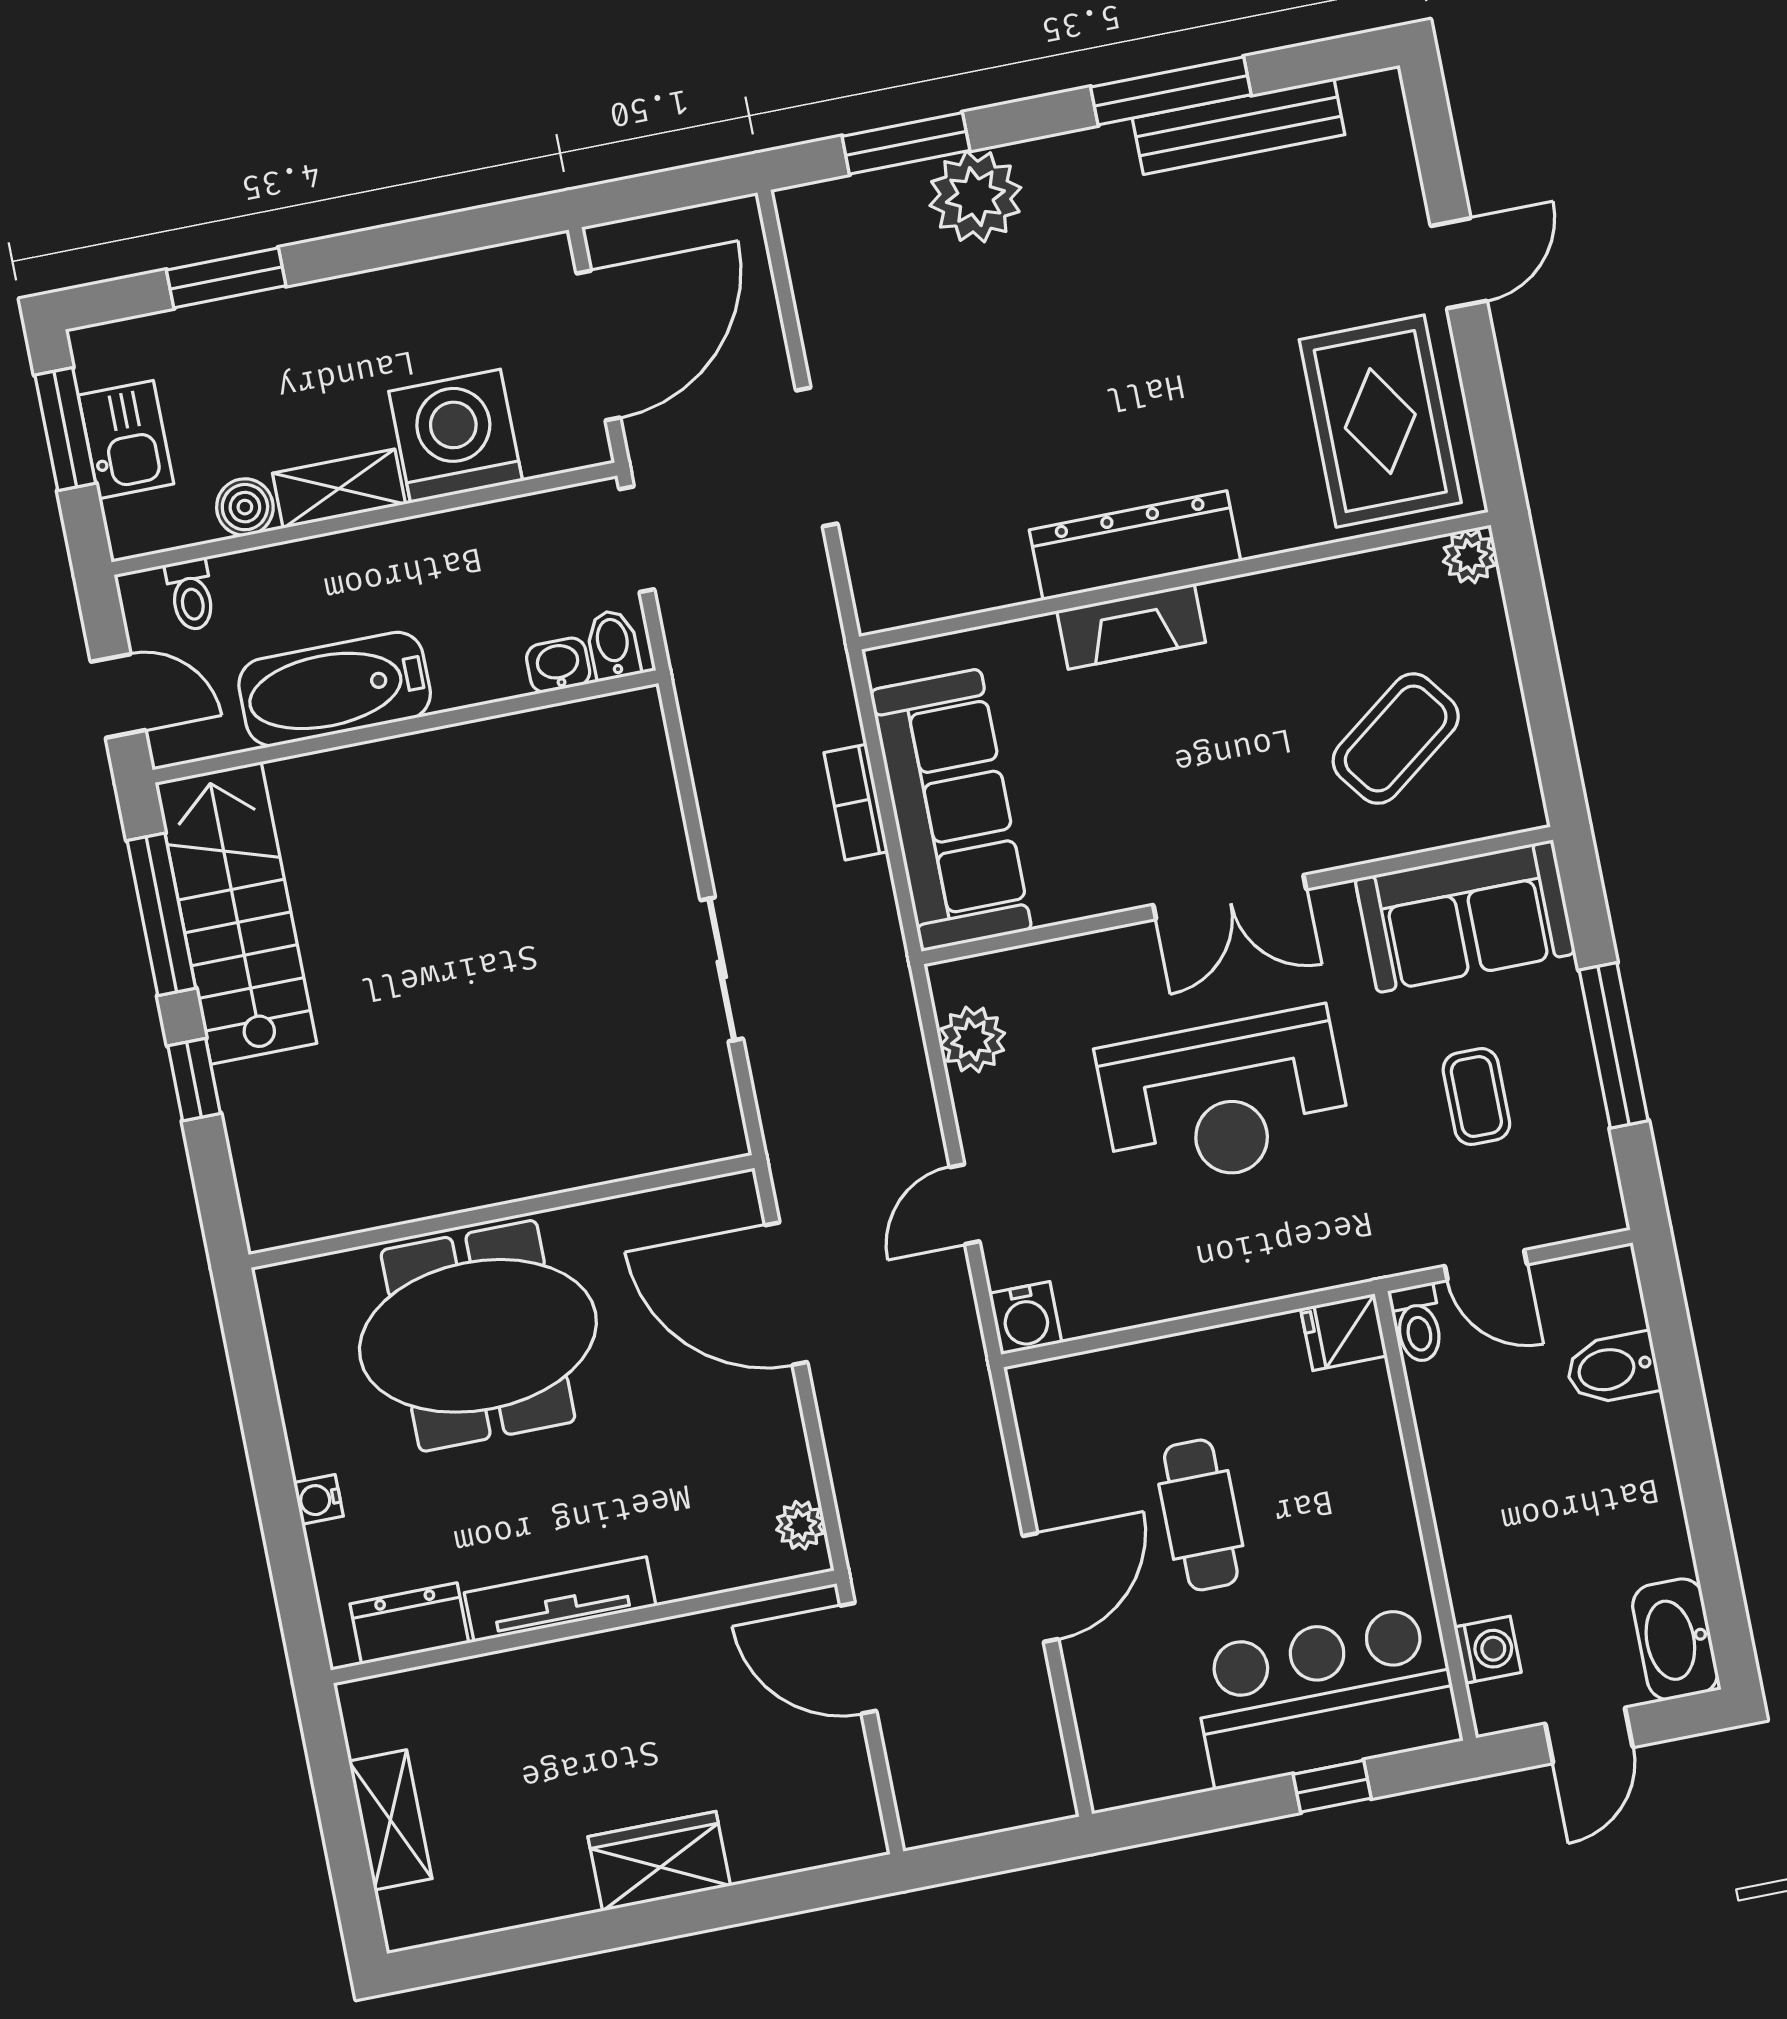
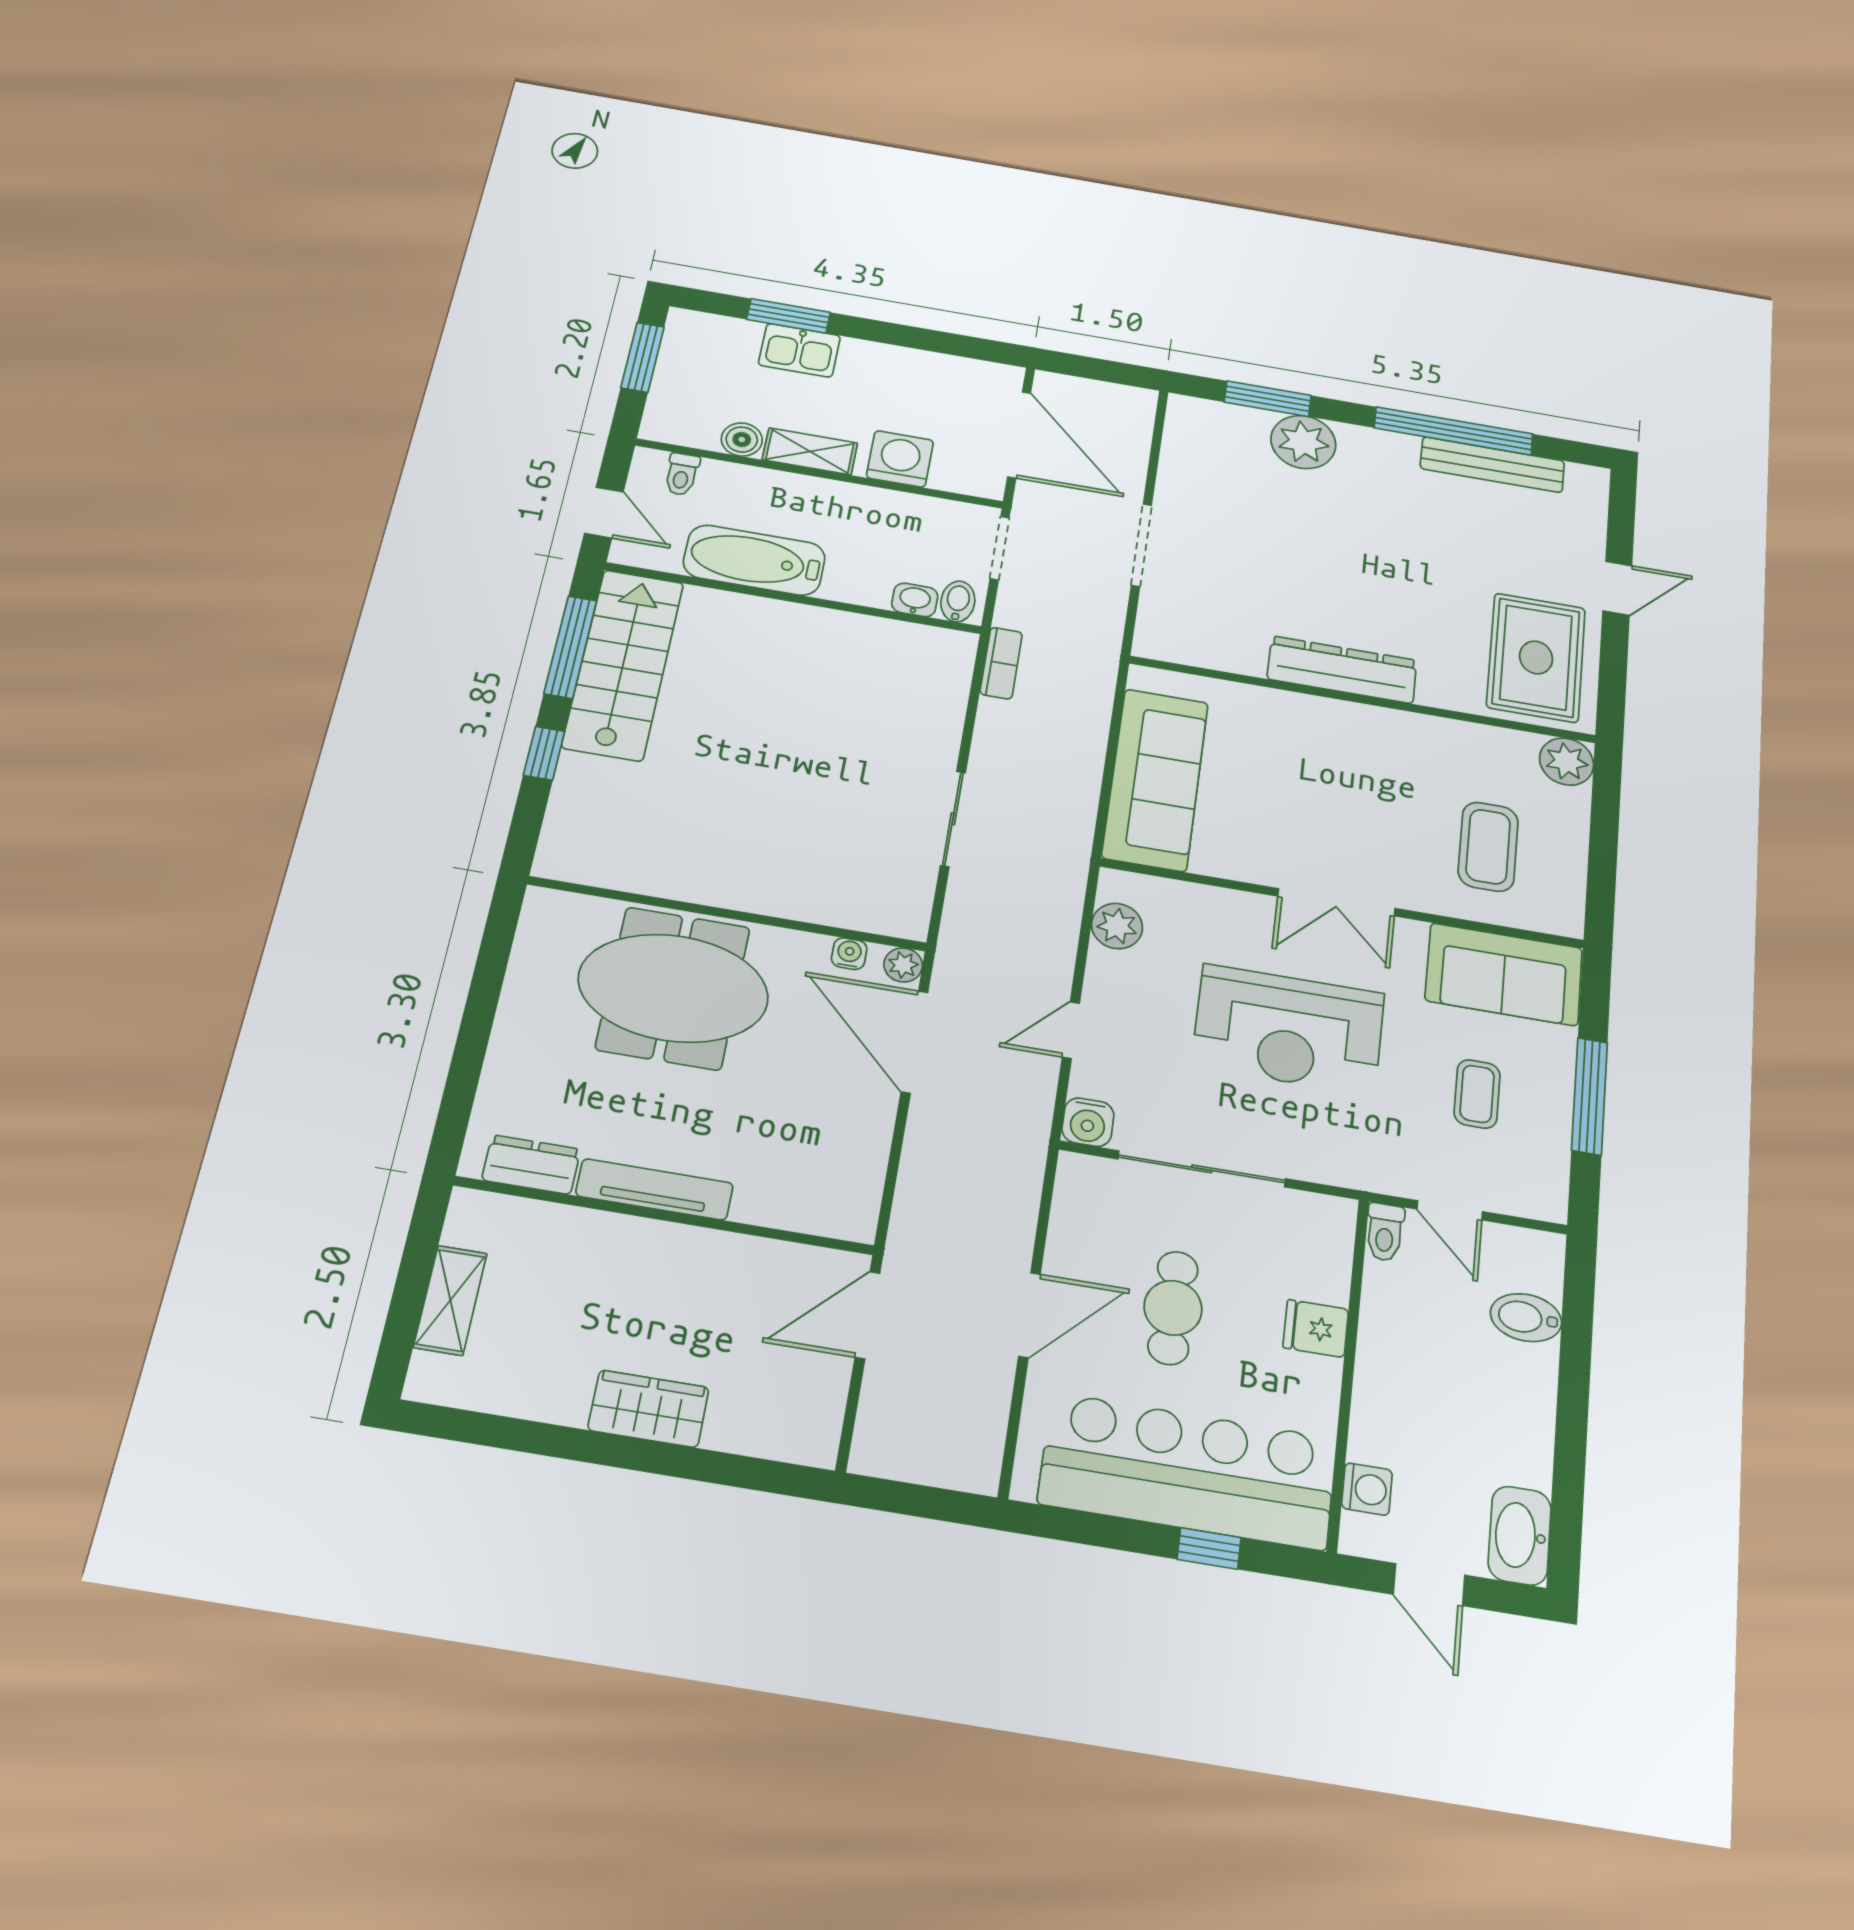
window: (1171, 91) -> (1454, 431), width x1.46
door: (598, 345) -> (1019, 435), hinge flipped
washing machine: (456, 436) -> (900, 459), width x0.73, depth x0.73
kitchen sink: (126, 440) -> (799, 350), moved, turned 90
plant: (1470, 557) -> (1567, 762), width x1.38, depth x1.38
fireplace: (1131, 627) -> (1323, 715), removed
coffee table: (1396, 739) -> (1488, 847), turned -53
bookcase: (856, 802) -> (1001, 663), moved, turned 180
sliding door: (1178, 1326) -> (1202, 1169), added
fridge: (1344, 1332) -> (1316, 1328), moved
water cooler: (318, 1499) -> (849, 954), moved, turned 90
plant: (800, 1525) -> (903, 965), moved
door: (858, 1658) -> (867, 1315), hinge flipped
bar counter: (1326, 1696) -> (1188, 1471), width x1.36
door: (1589, 1735) -> (1429, 1585), hinge flipped

